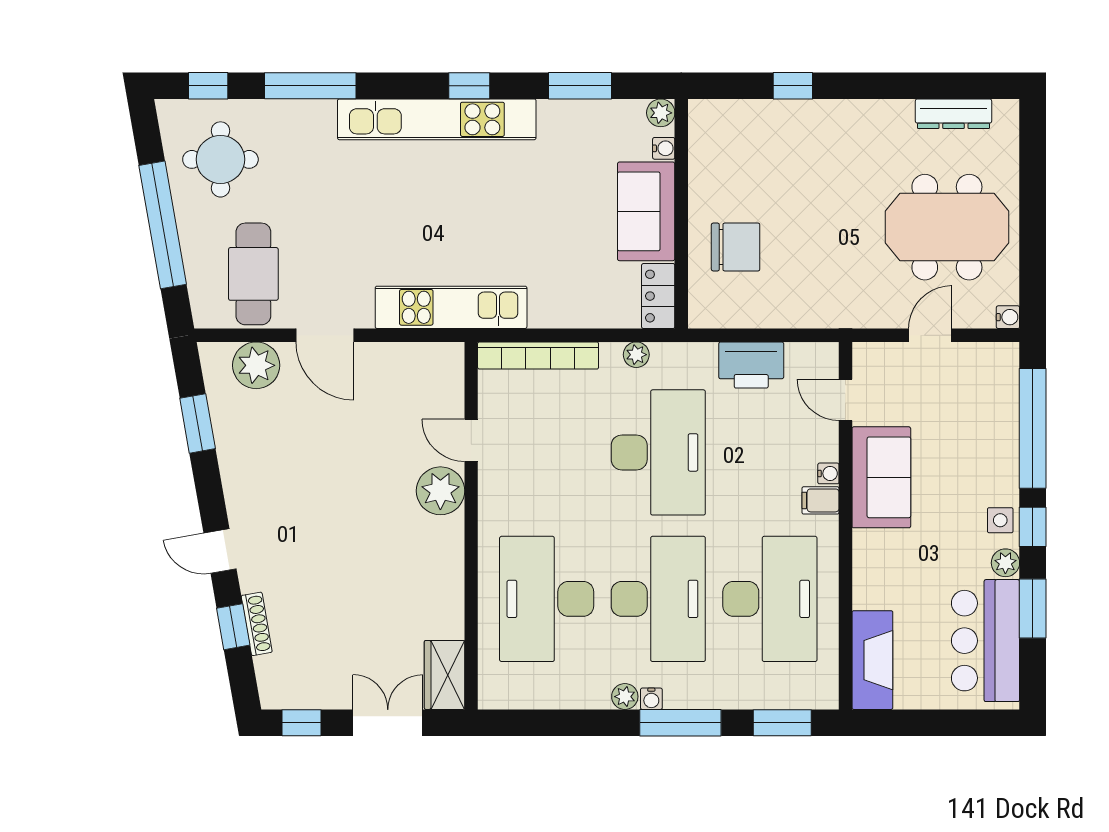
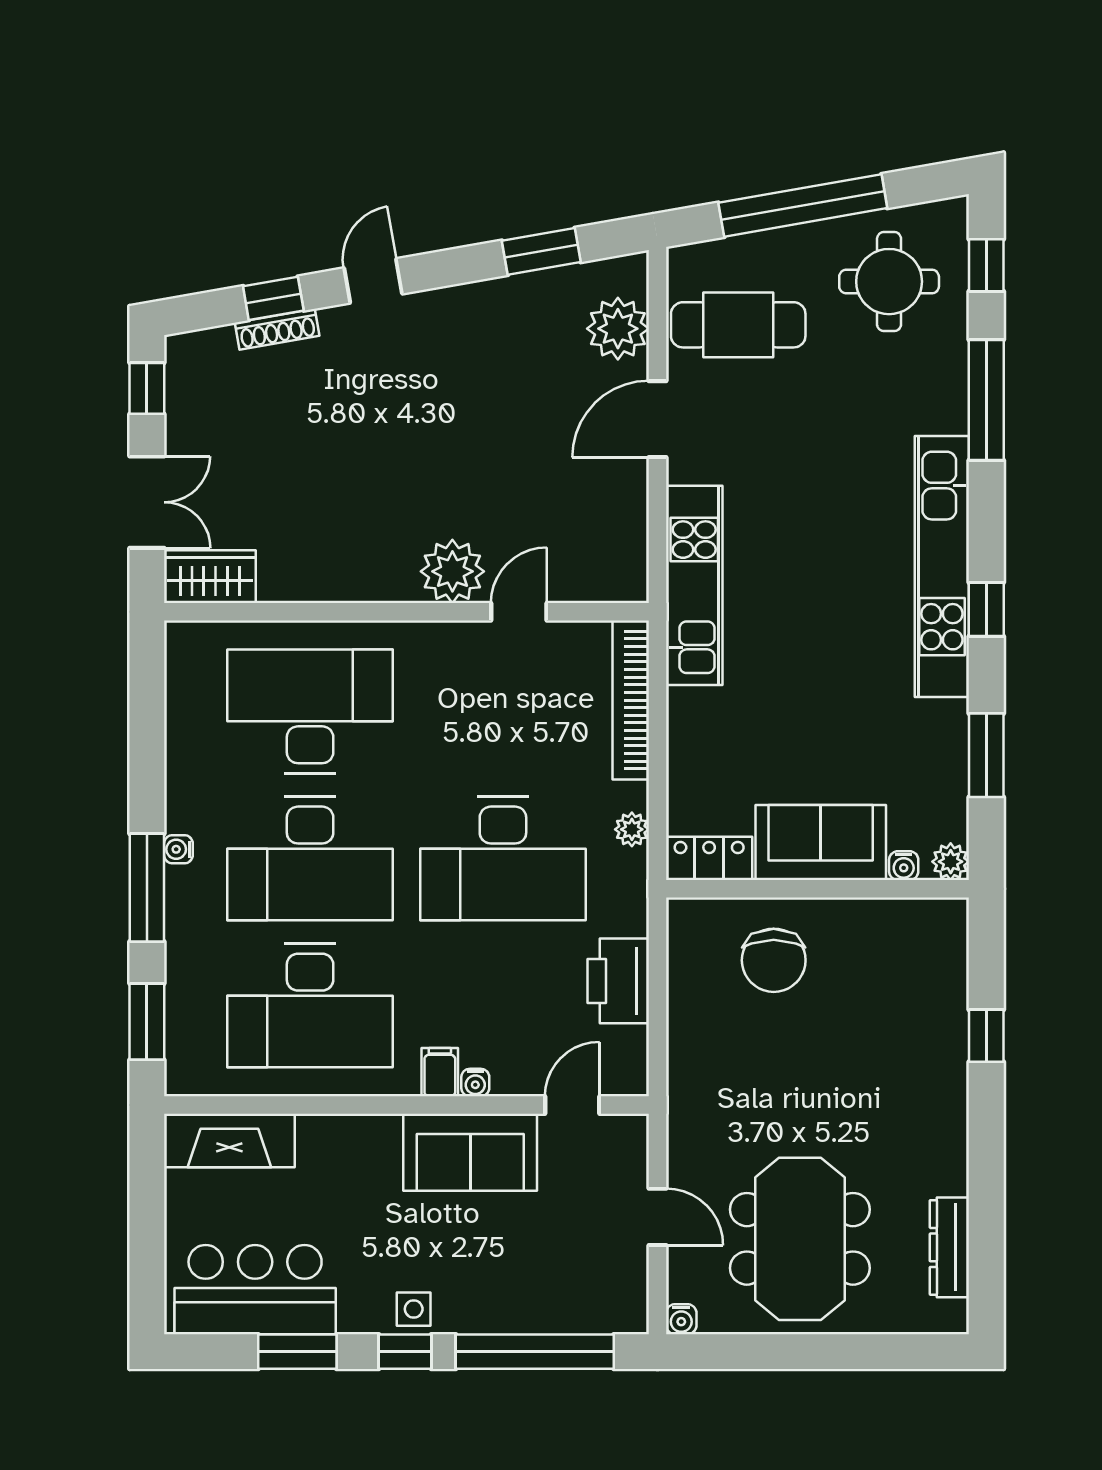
plant: (1005, 563) -> (358, 1316), removed
plant: (625, 697) -> (181, 814), removed

